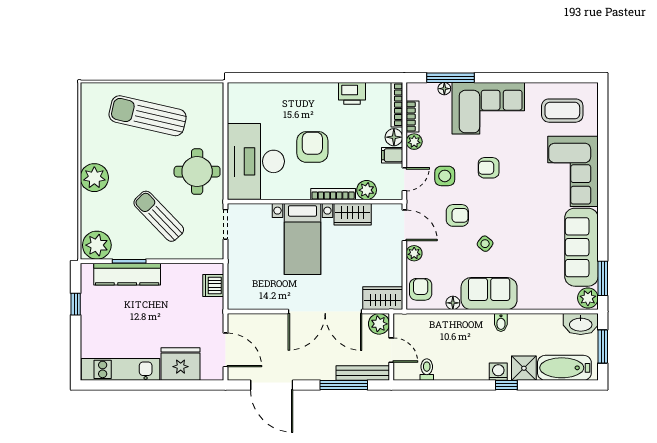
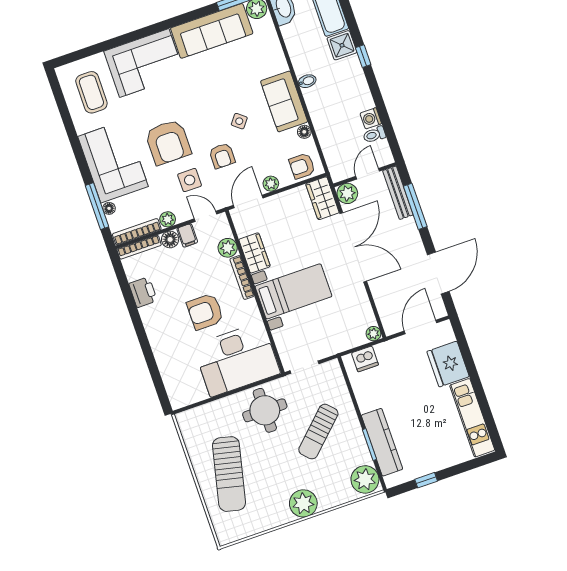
bookcase: (413, 117) -> (137, 232), width x1.56
armchair: (489, 168) -> (168, 142), width x1.88, depth x1.88
armchair: (457, 215) -> (222, 156), turned 180
plant: (235, 302) -> (373, 334), added
washing machine: (498, 372) -> (371, 118), moved

